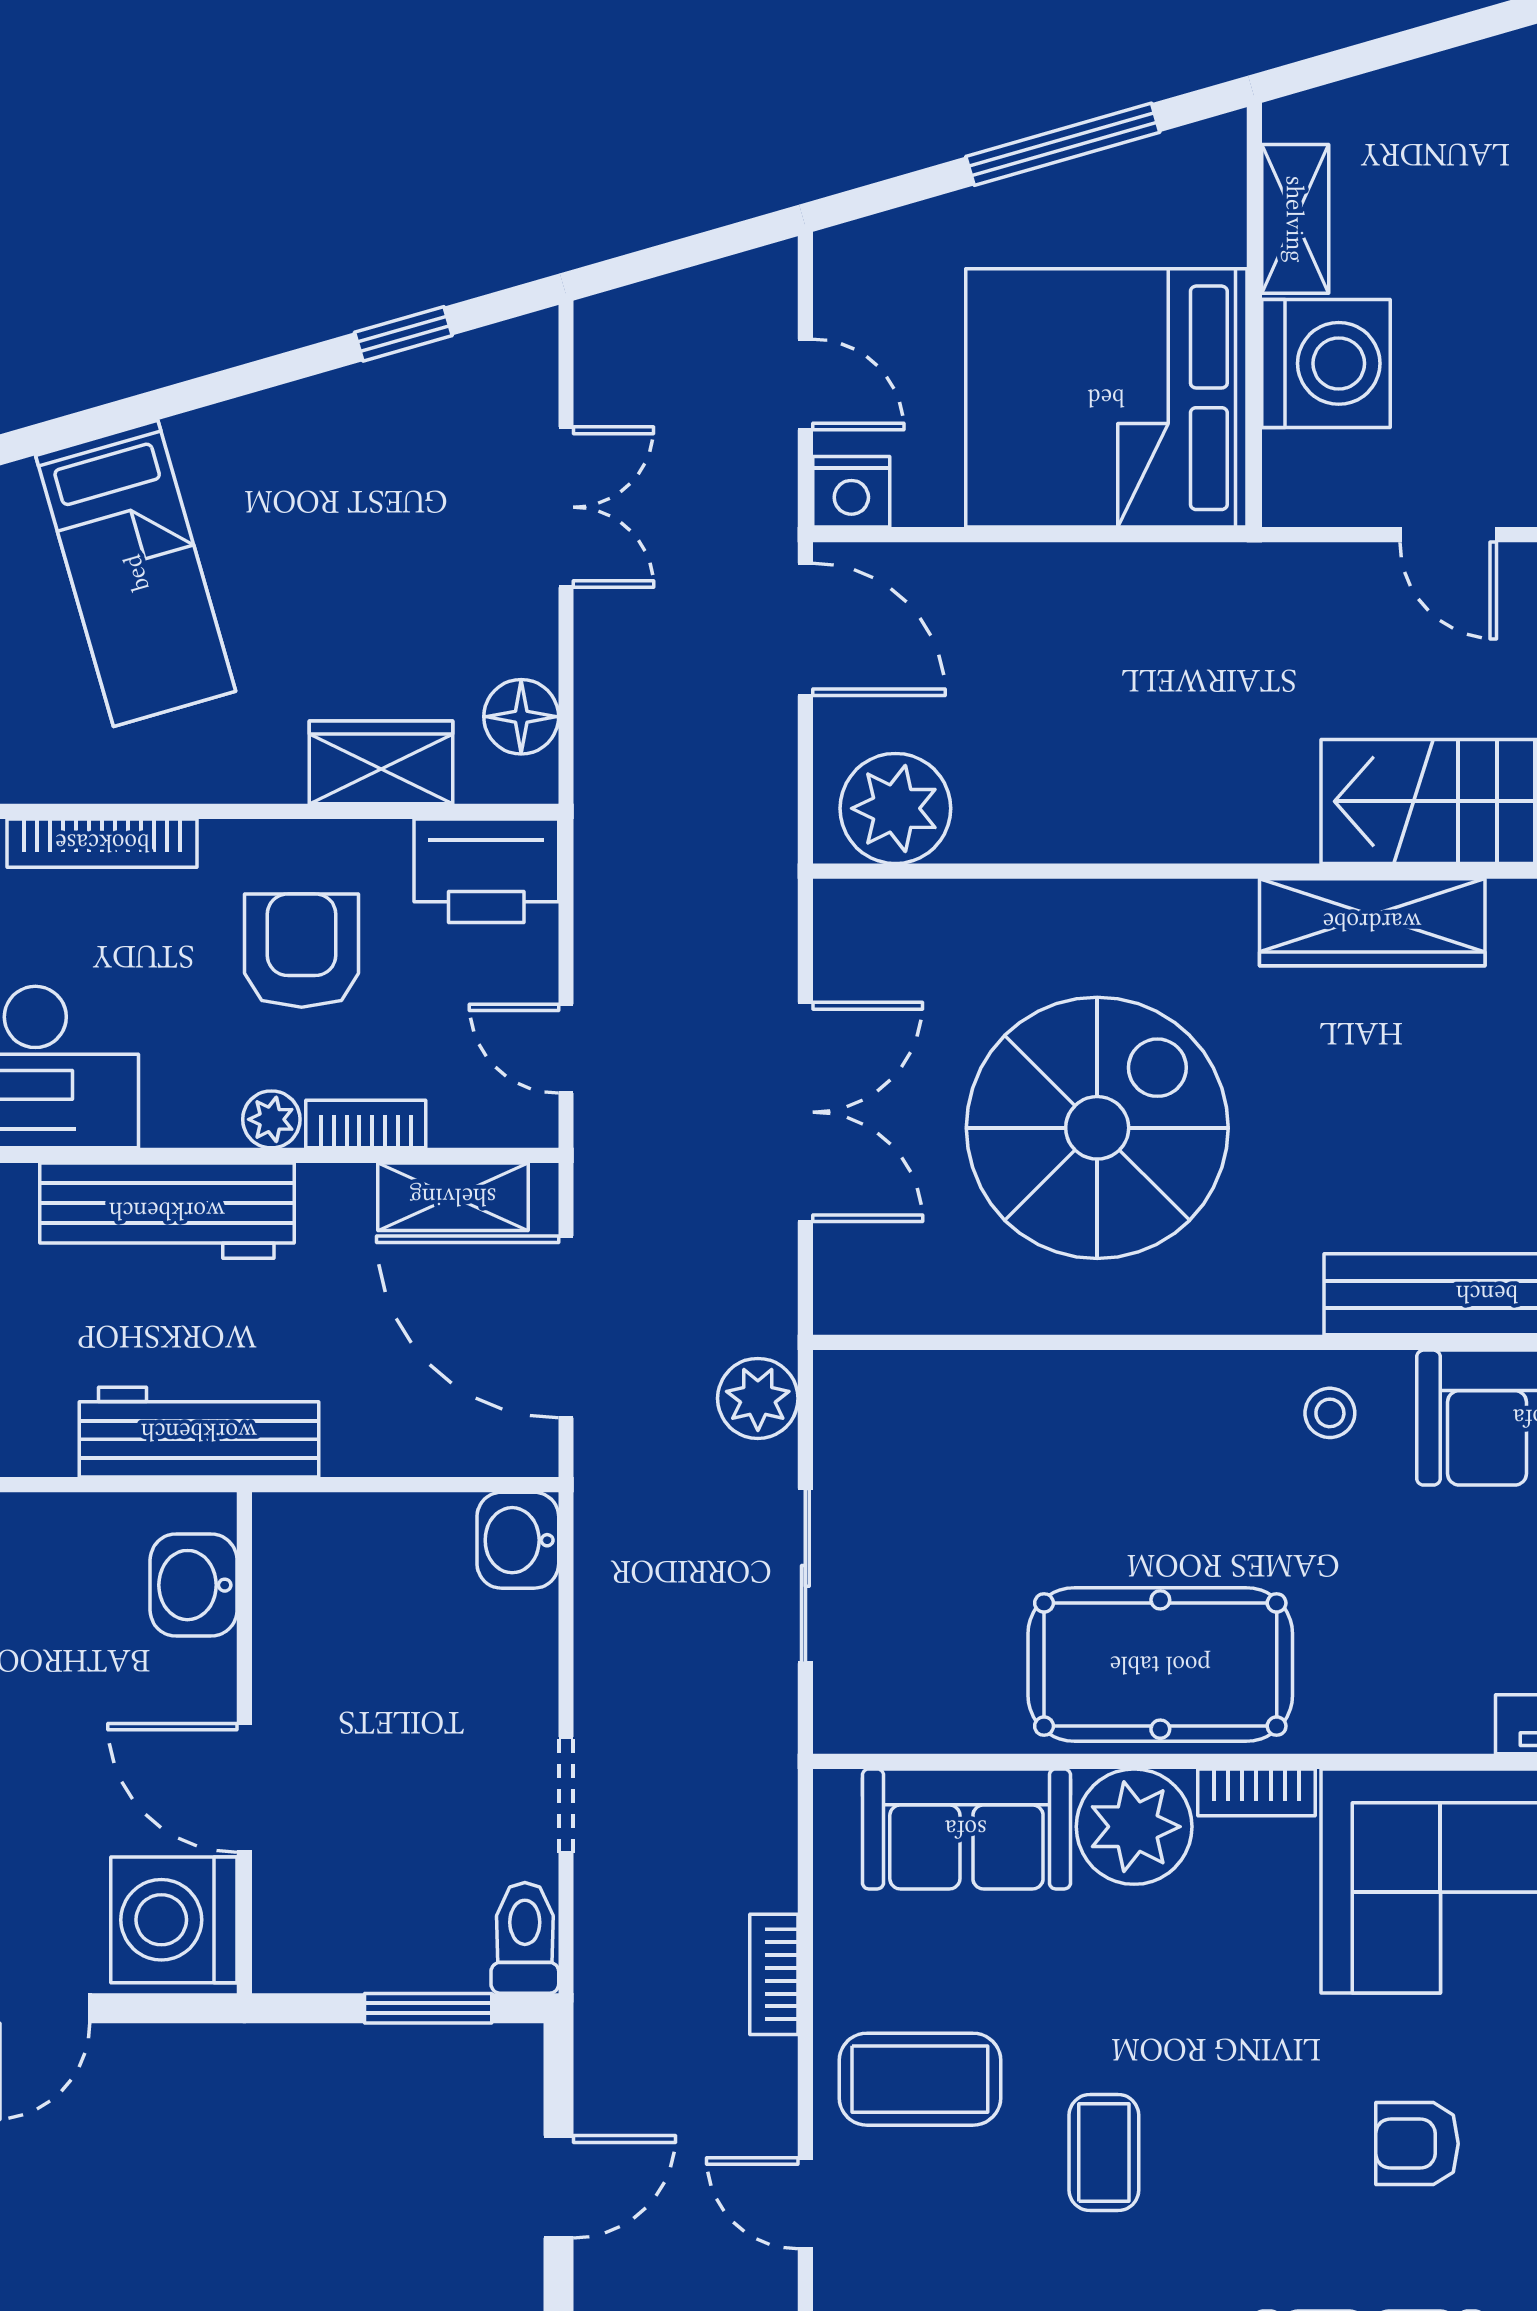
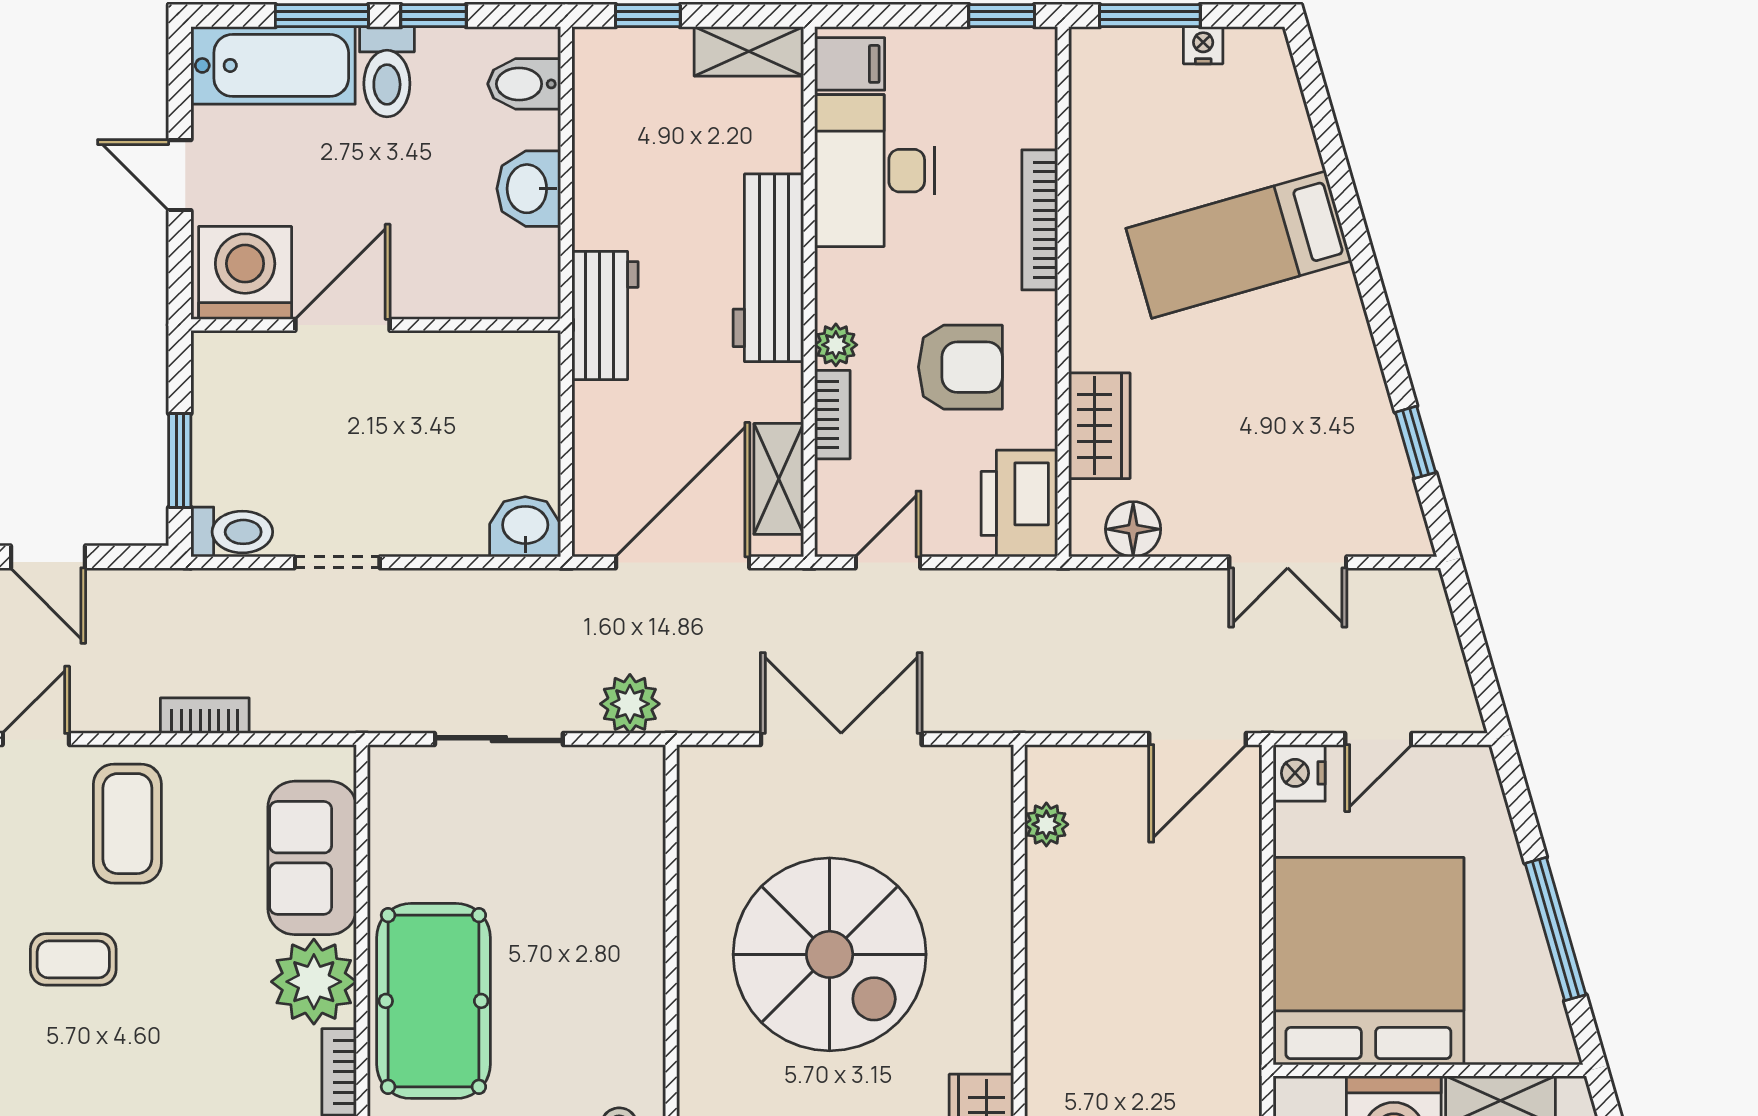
plant: (895, 808) -> (1046, 824), width x0.53, depth x0.53
double door: (805, 1112) -> (841, 739), swing flipped
workbench: (199, 1432) -> (605, 316), width x0.73
washbasin: (194, 1585) -> (529, 189), moved, turned -90

